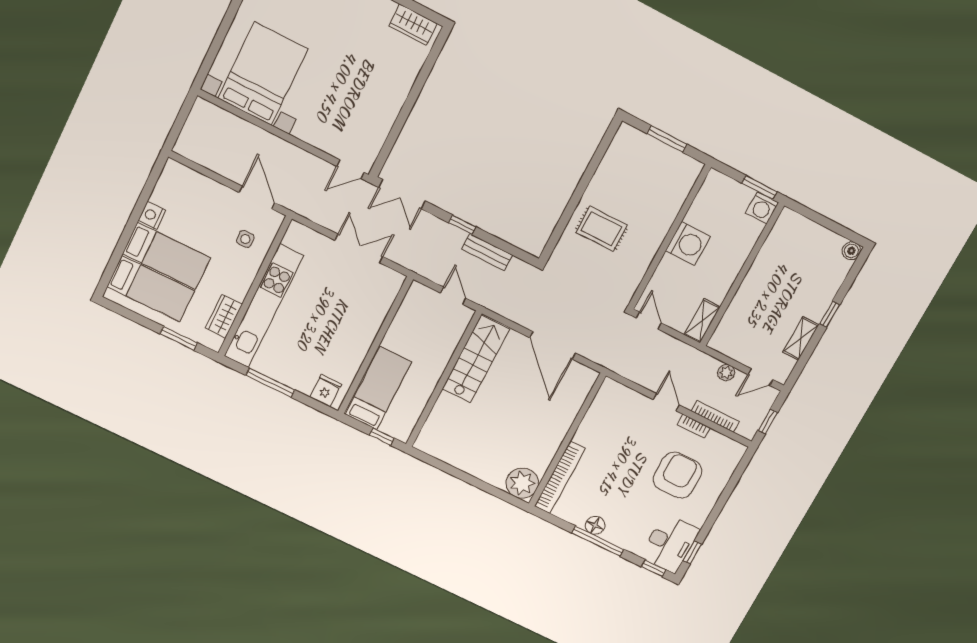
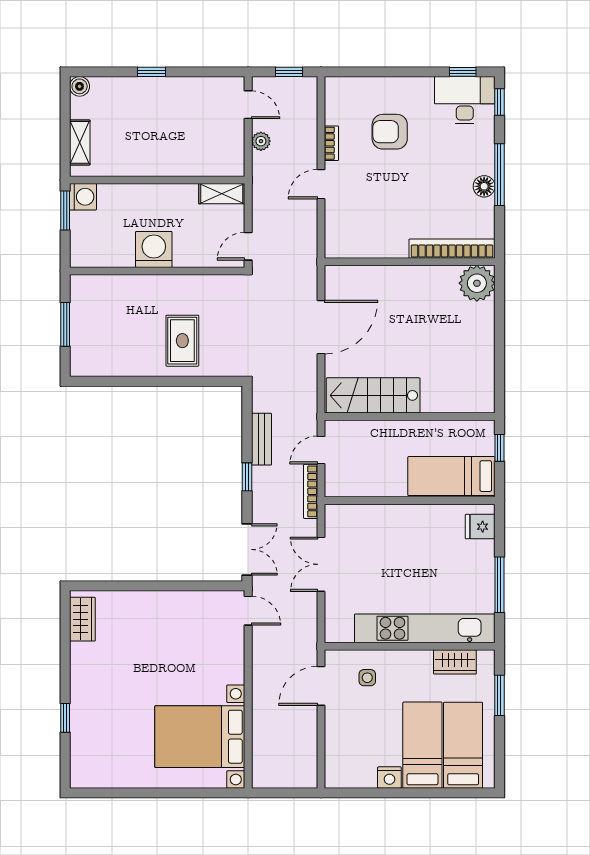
shelving: (801, 339) -> (80, 142), moved, turned 90
bookcase: (715, 416) -> (311, 491), moved
armchair: (677, 475) -> (390, 132), width x0.73, depth x0.73

